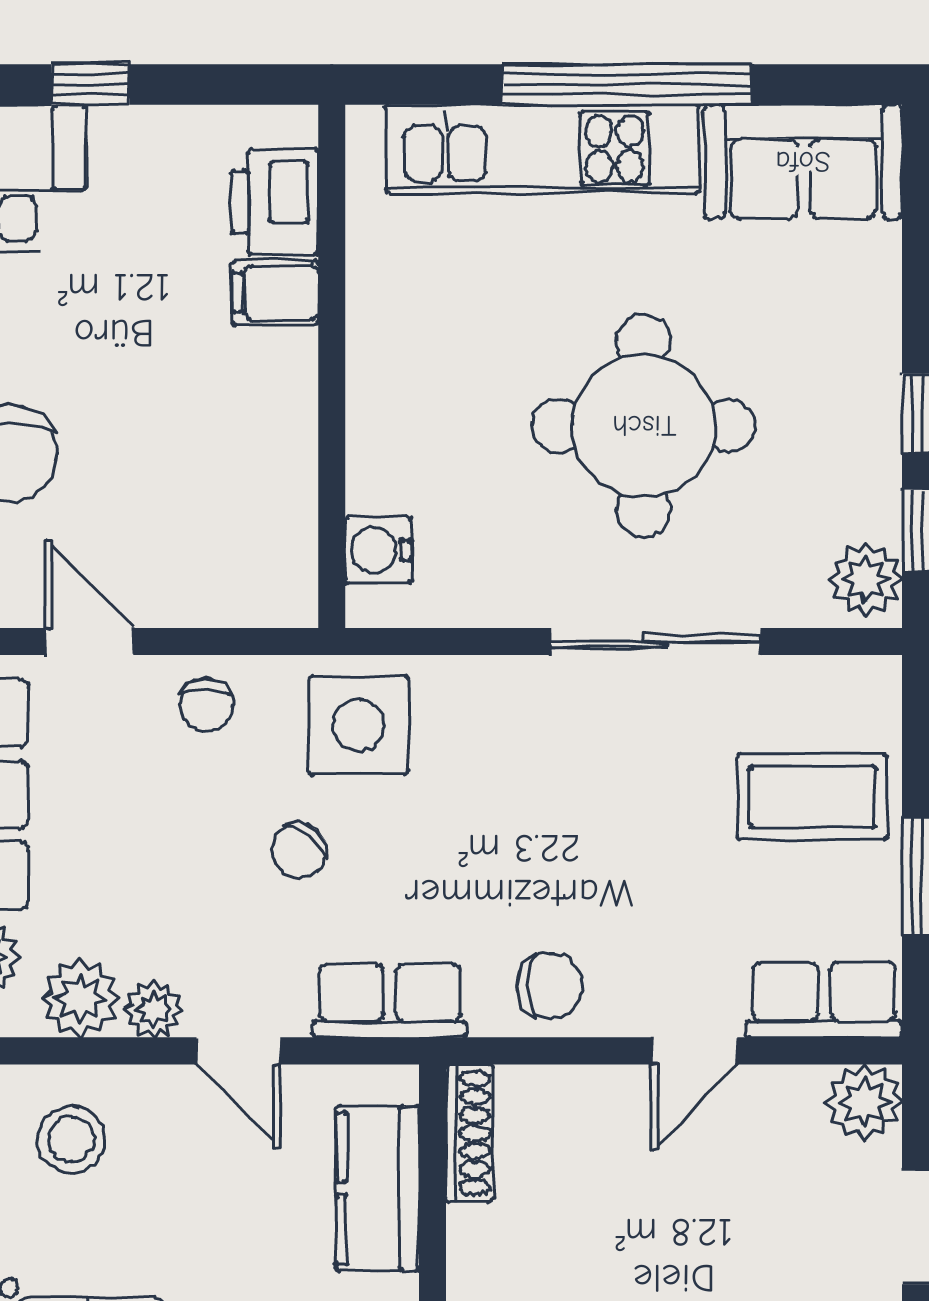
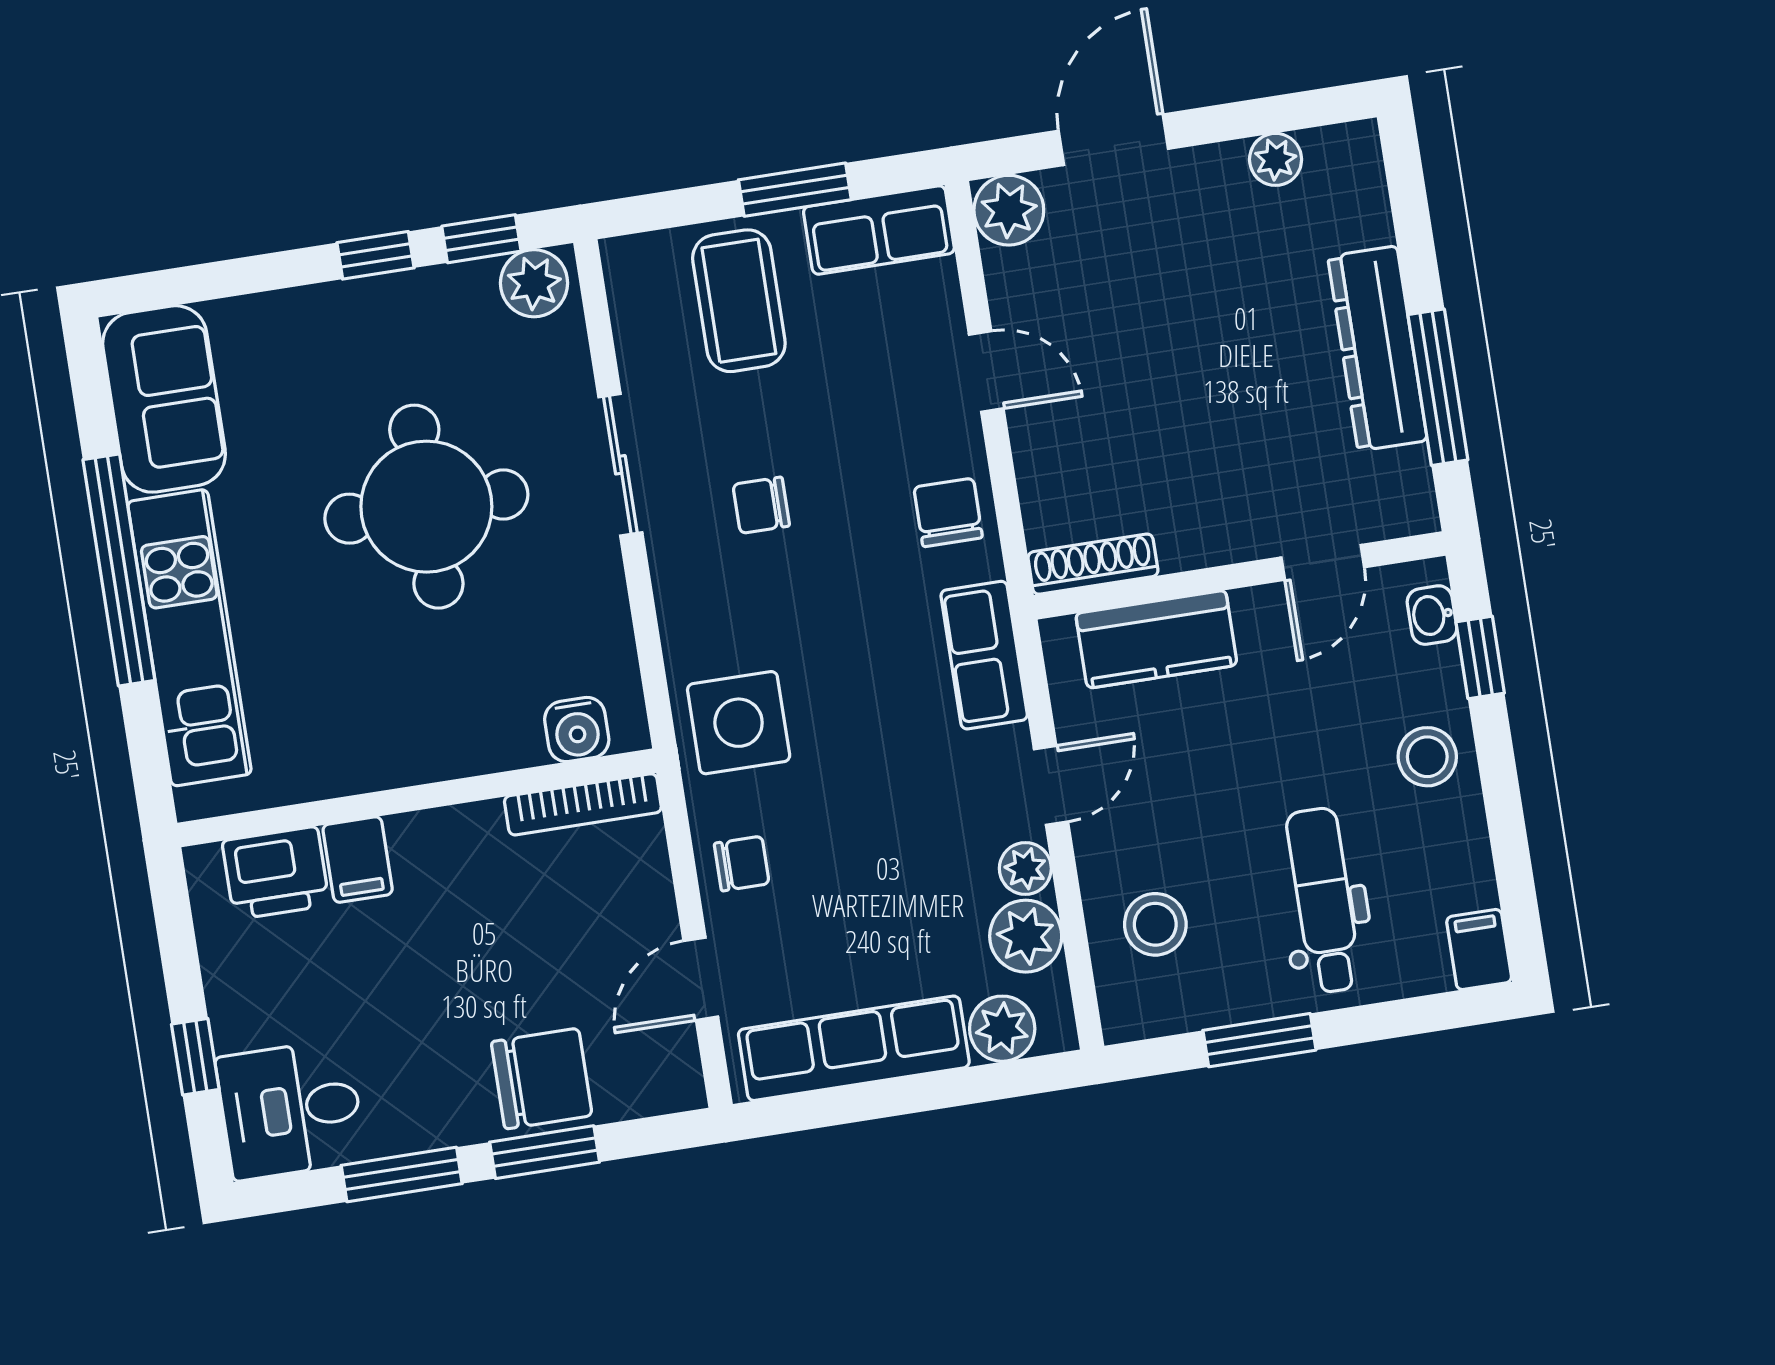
bookcase: (297, 544) -> (583, 804), added
sliding door: (656, 641) -> (620, 465), width x0.73
chair: (299, 851) -> (761, 505), moved, turned 142
row of seats: (824, 1000) -> (879, 230), moved, turned -90

